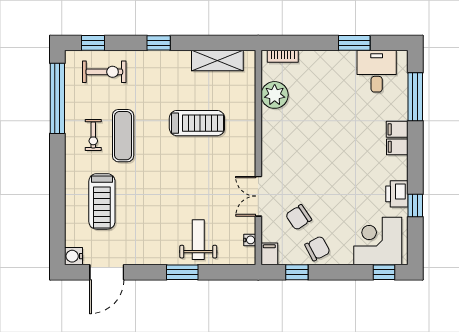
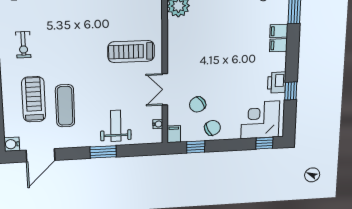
treadmill: (197, 123) -> (131, 52), moved, turned 180
exercise mat: (123, 136) -> (65, 106), moved
treadmill: (102, 201) -> (34, 99), turned 180

